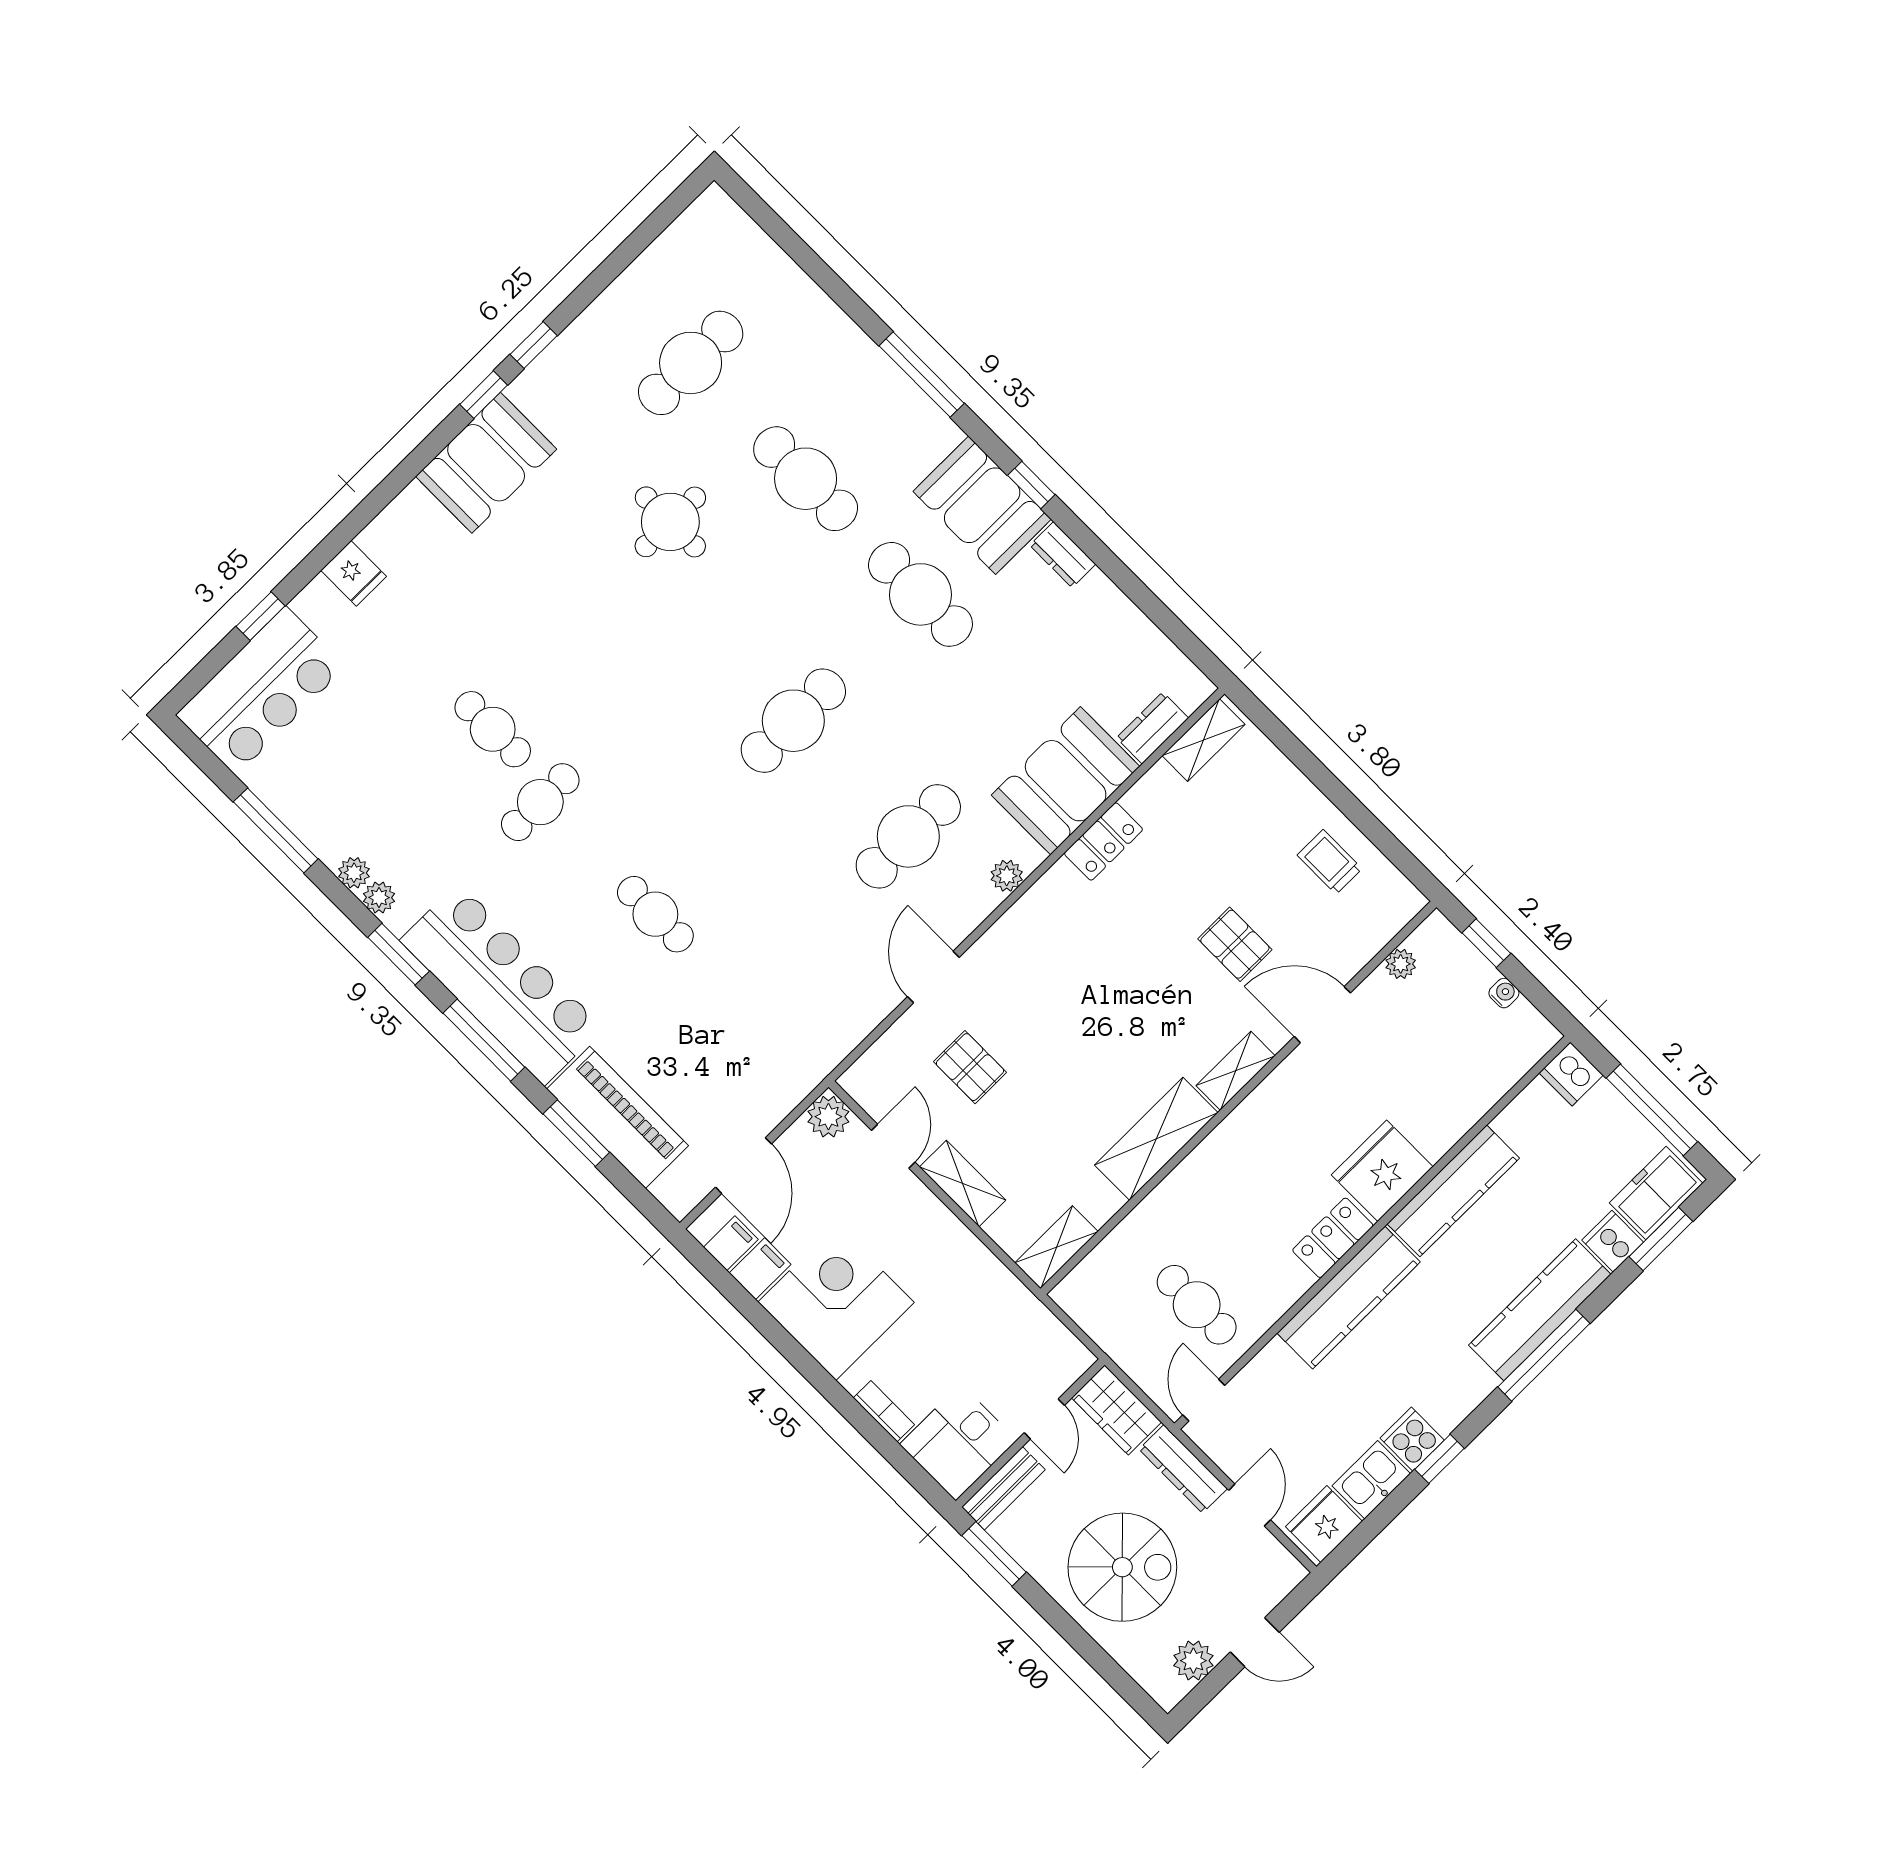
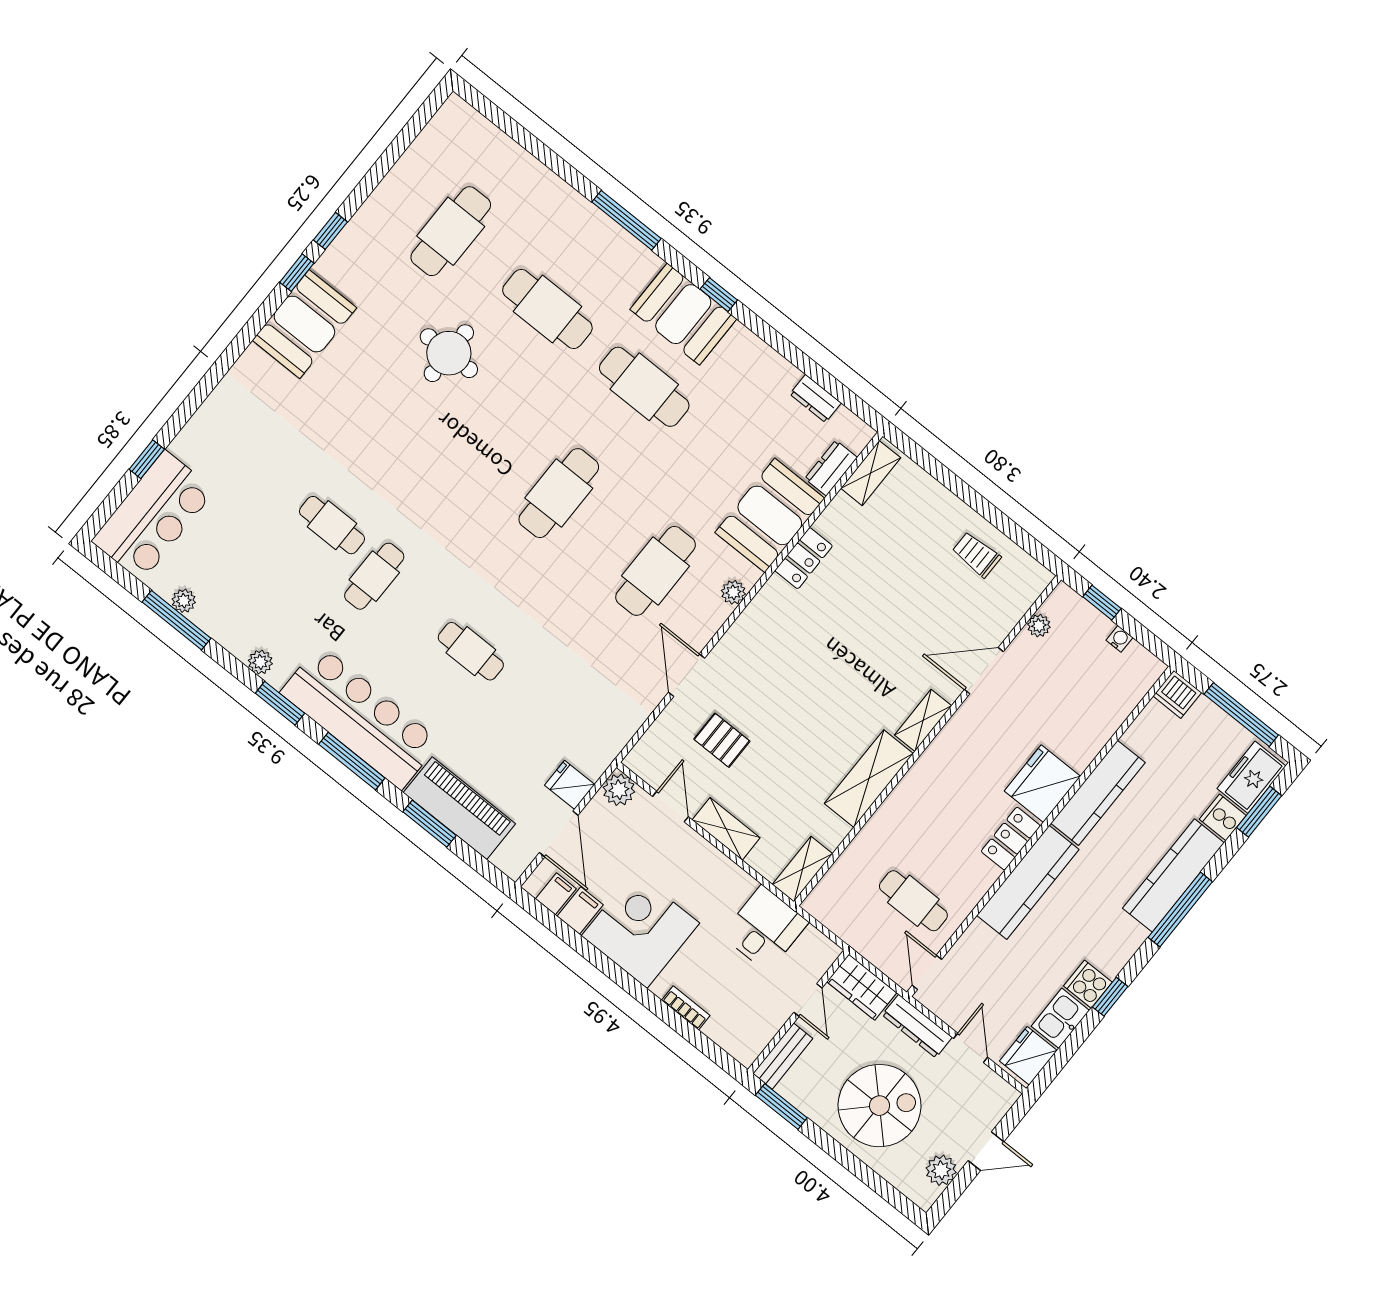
dresser: (1063, 555) -> (815, 399), moved
fridge: (354, 573) -> (570, 785), moved, turned 180
plant: (354, 873) -> (184, 601), moved
pallet: (1235, 944) -> (912, 625), removed
desk: (958, 1442) -> (765, 929), moved, turned 180

